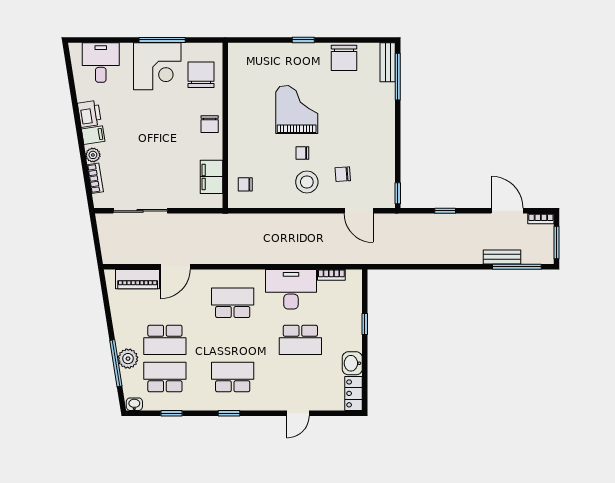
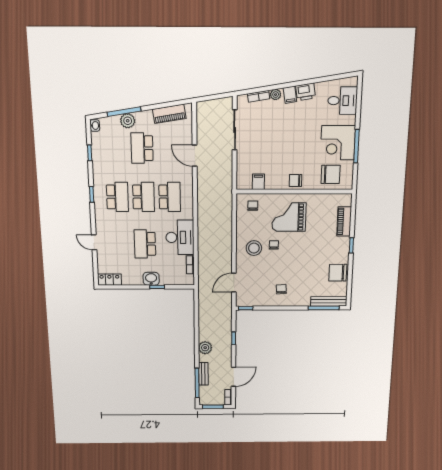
piano: (268, 52) -> (344, 221), added
bench: (388, 62) -> (329, 301), width x1.36
grand piano: (297, 110) -> (289, 217), moved, turned 180
chair: (343, 174) -> (281, 289), moved
filing cabinet: (211, 177) -> (258, 182), width x0.50
plant: (460, 254) -> (205, 348), added
piano: (138, 279) -> (169, 114), moved, turned -99
washbasin: (352, 363) -> (151, 279), moved
school desk: (165, 377) -> (144, 197), moved

